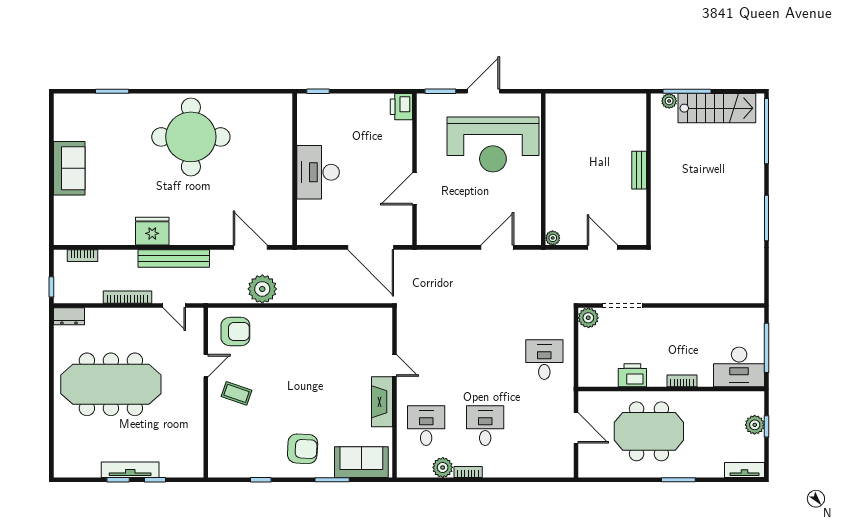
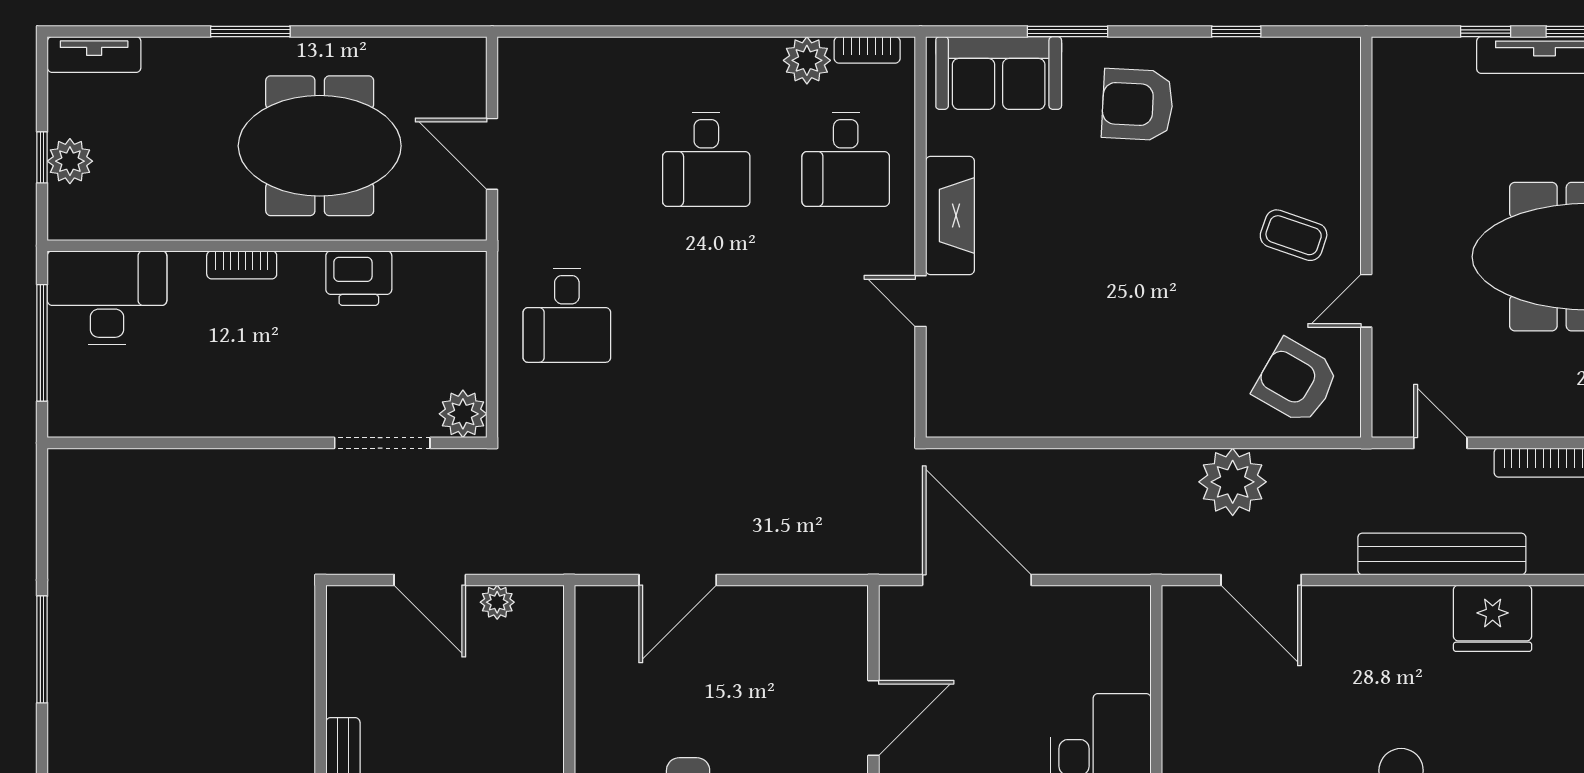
plant: (553, 238) -> (497, 602), moved
armchair: (235, 332) -> (1296, 381), turned 30
bookcase: (468, 472) -> (867, 50), moved

